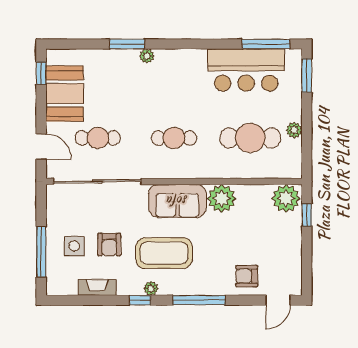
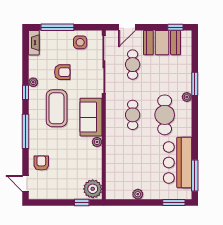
cafe table: (250, 138) -> (165, 115), moved
plant: (222, 198) -> (97, 142), width x0.53, depth x0.53
armchair: (109, 245) -> (62, 72), turned 180
side table: (74, 246) -> (80, 42), moved
fireplace: (97, 287) -> (34, 43), moved
plant: (151, 288) -> (33, 82), moved

